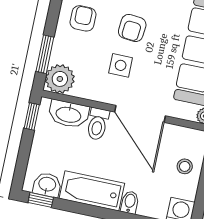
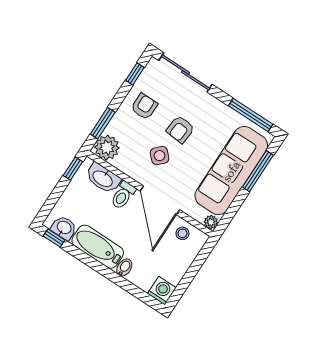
side table: (121, 65) -> (160, 156), turned 45
stool: (185, 166) -> (182, 233), moved

